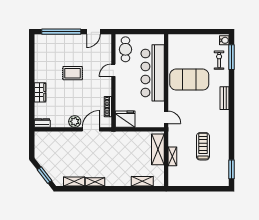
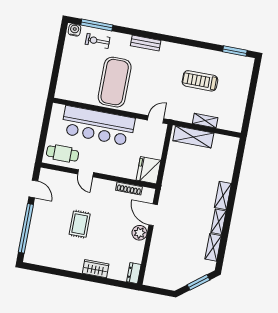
shelving: (142, 181) -> (223, 195), moved

